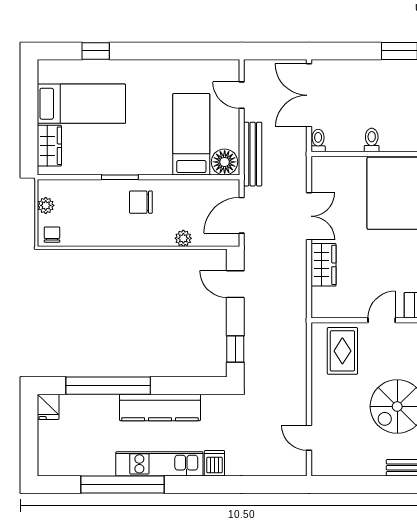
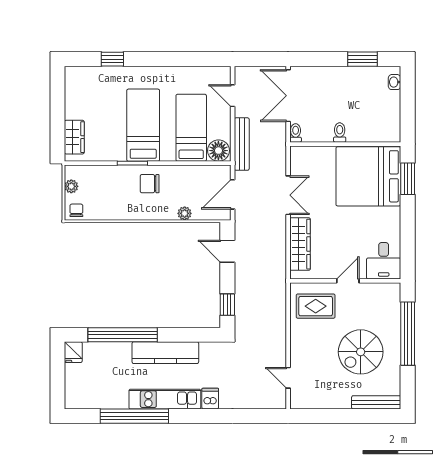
bed: (81, 104) -> (143, 125), moved, turned -90
wardrobe: (324, 265) -> (300, 244), width x1.50
rug: (342, 351) -> (316, 306), turned 90

